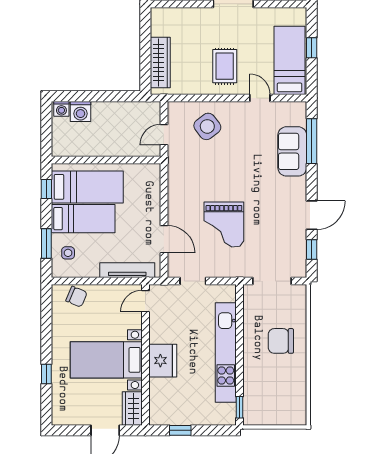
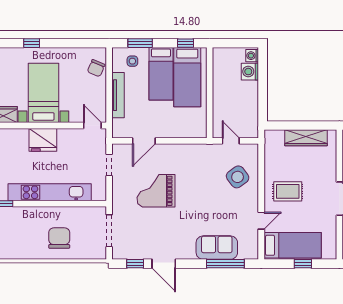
wardrobe: (160, 63) -> (306, 138), moved
tv unit: (127, 270) -> (118, 95), moved

